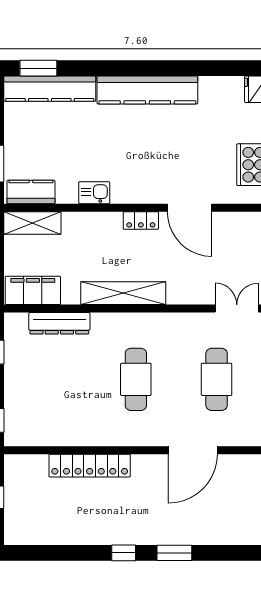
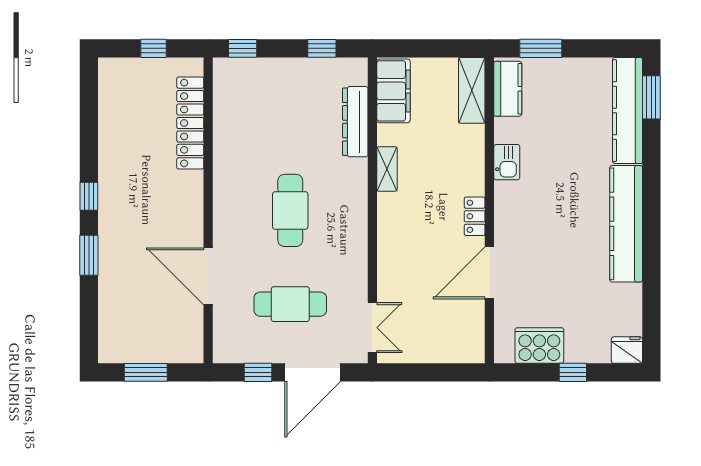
shelving: (123, 293) -> (387, 169), width x0.45, depth x0.75
cafe table: (136, 379) -> (290, 210), turned 90
locker: (90, 466) -> (190, 123), moved

